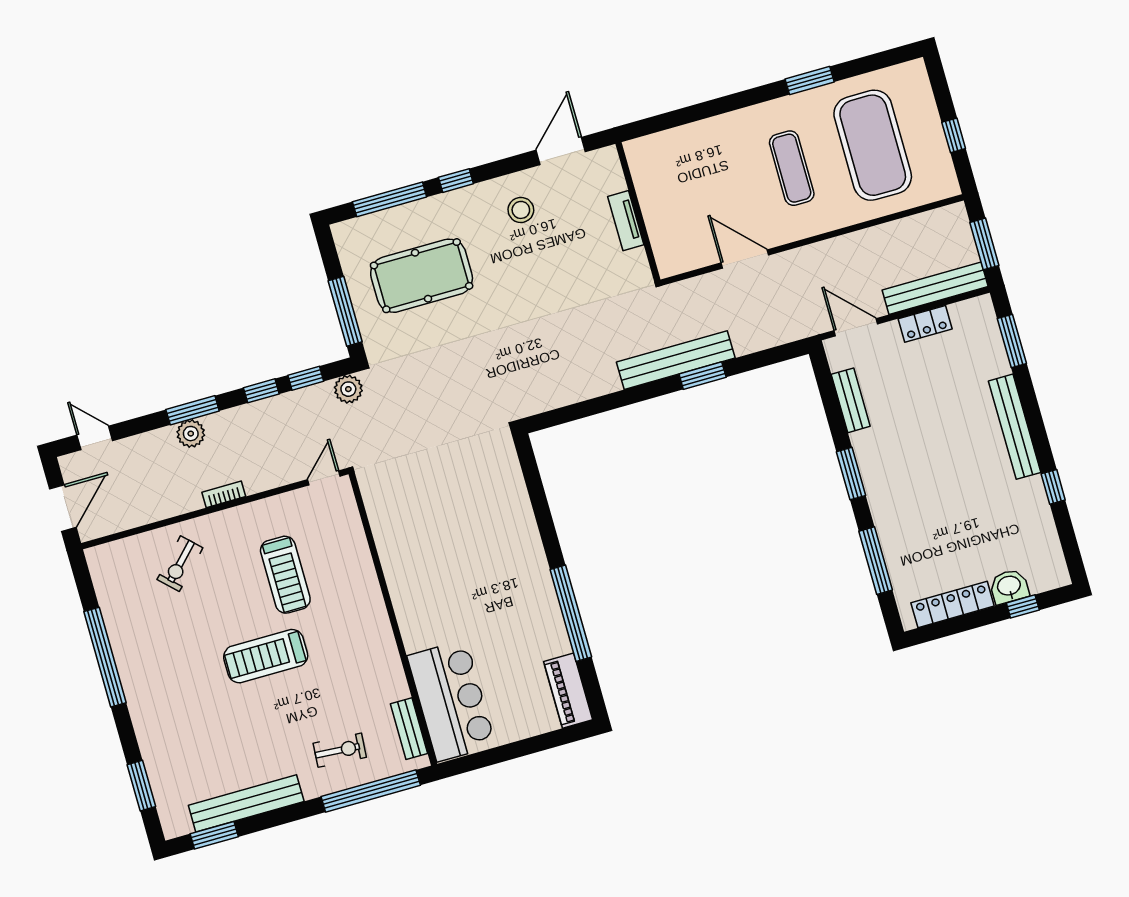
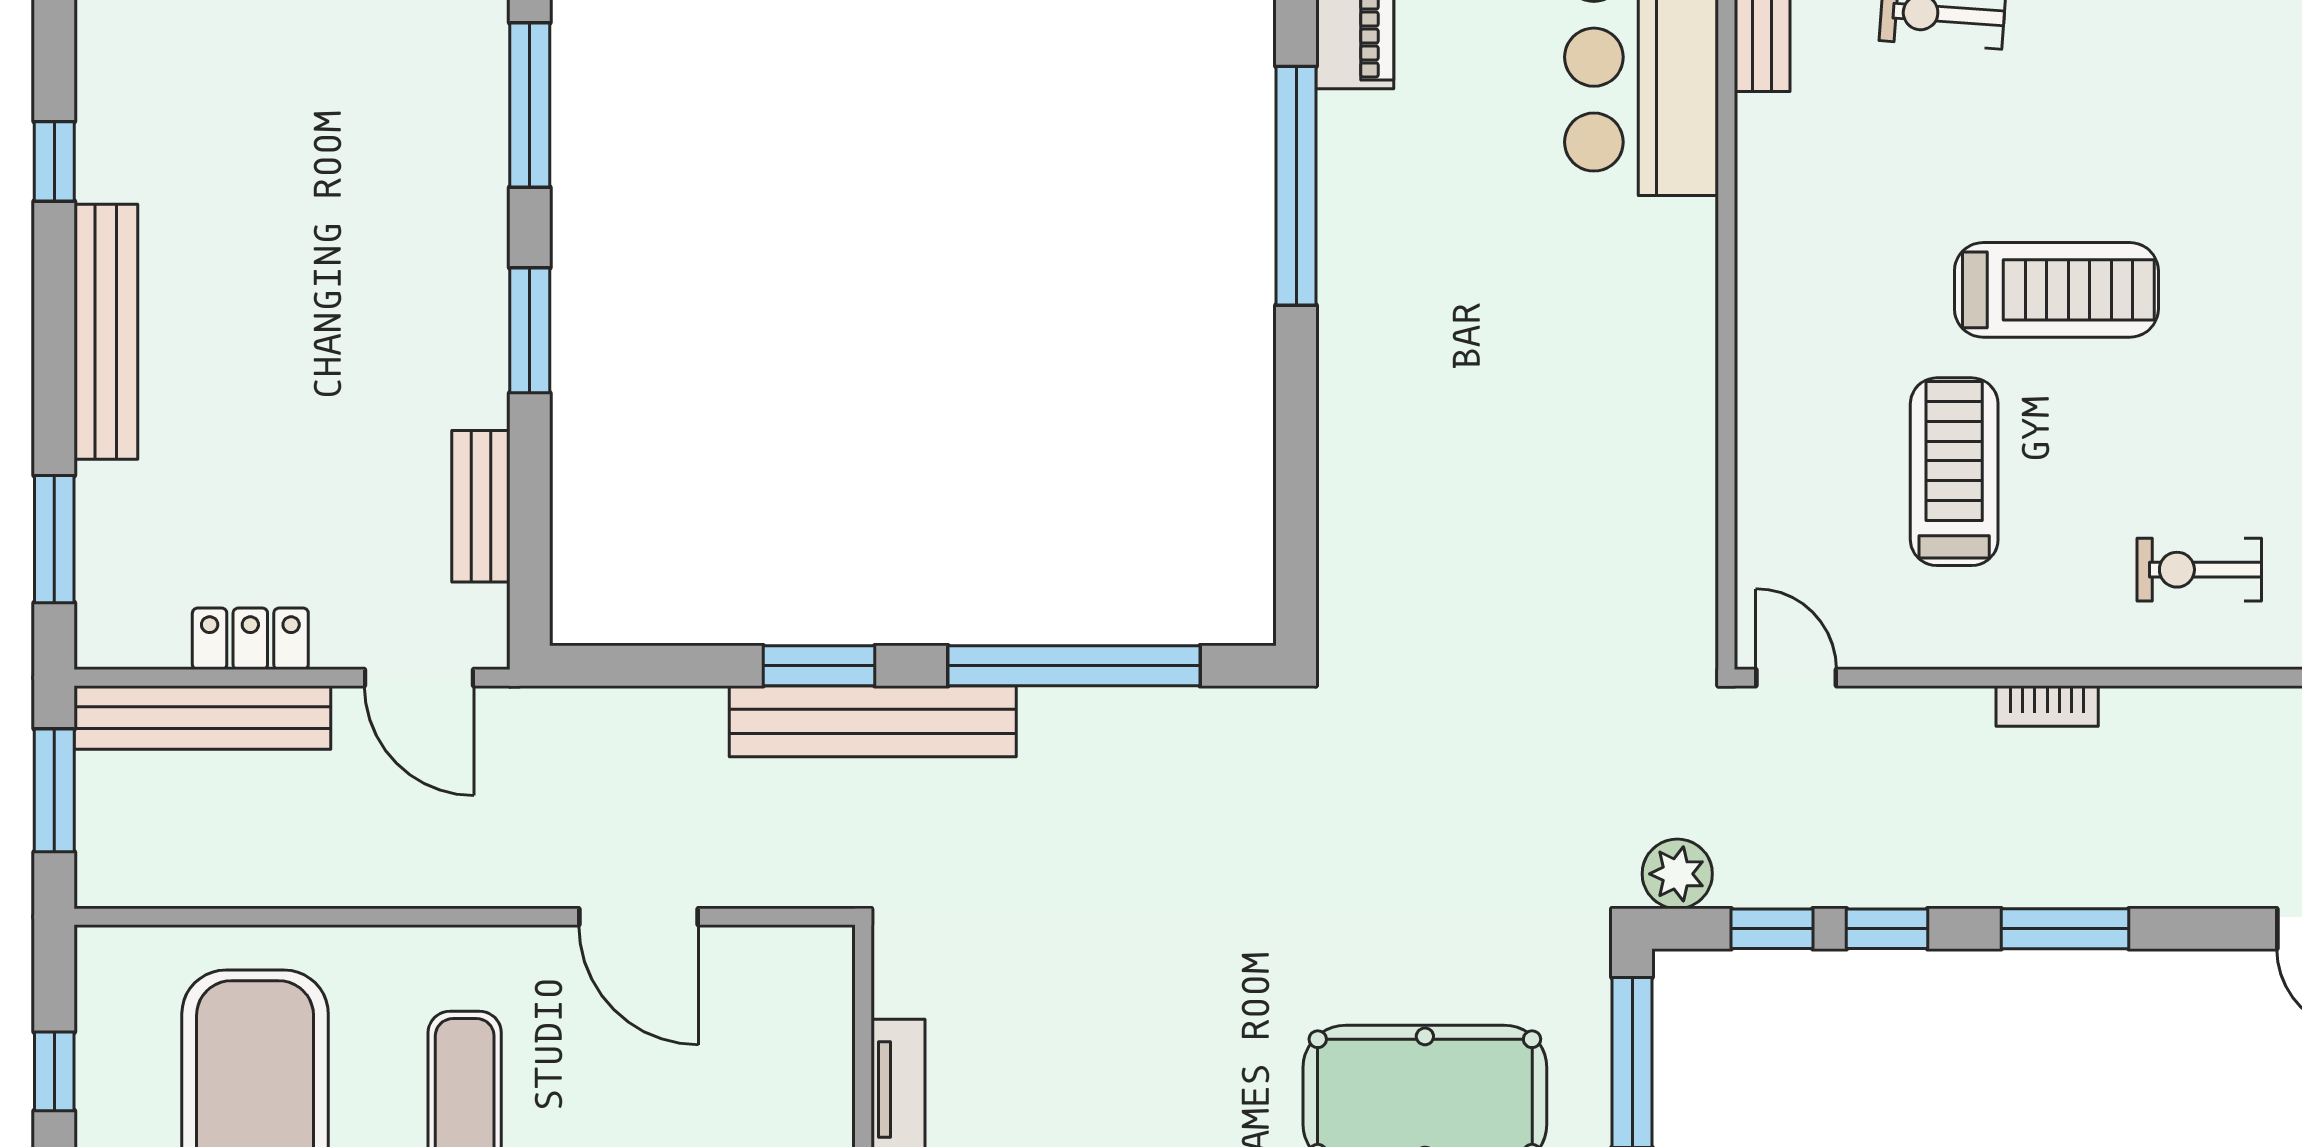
window: (604, 404) -> (1074, 666), added
plant: (191, 434) -> (2085, 874), removed
door: (324, 478) -> (1796, 678), swing flipped
exercise bike: (180, 564) -> (2199, 570), turned -134

